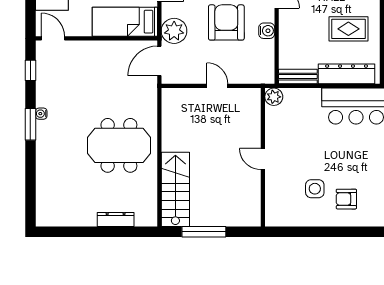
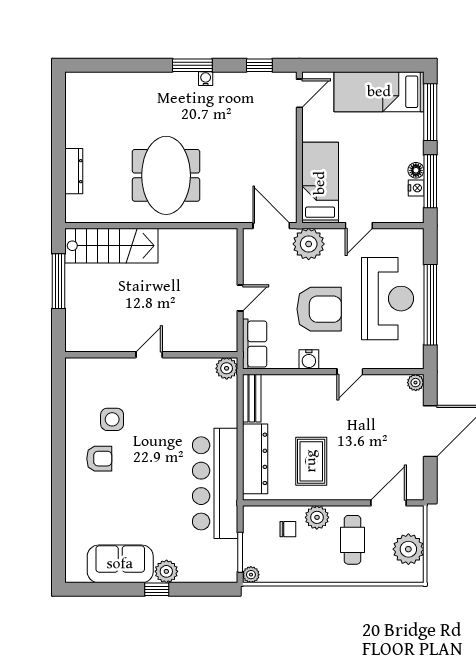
row of seats: (254, 74) -> (255, 344), added
armchair: (346, 199) -> (99, 459), turned 90

